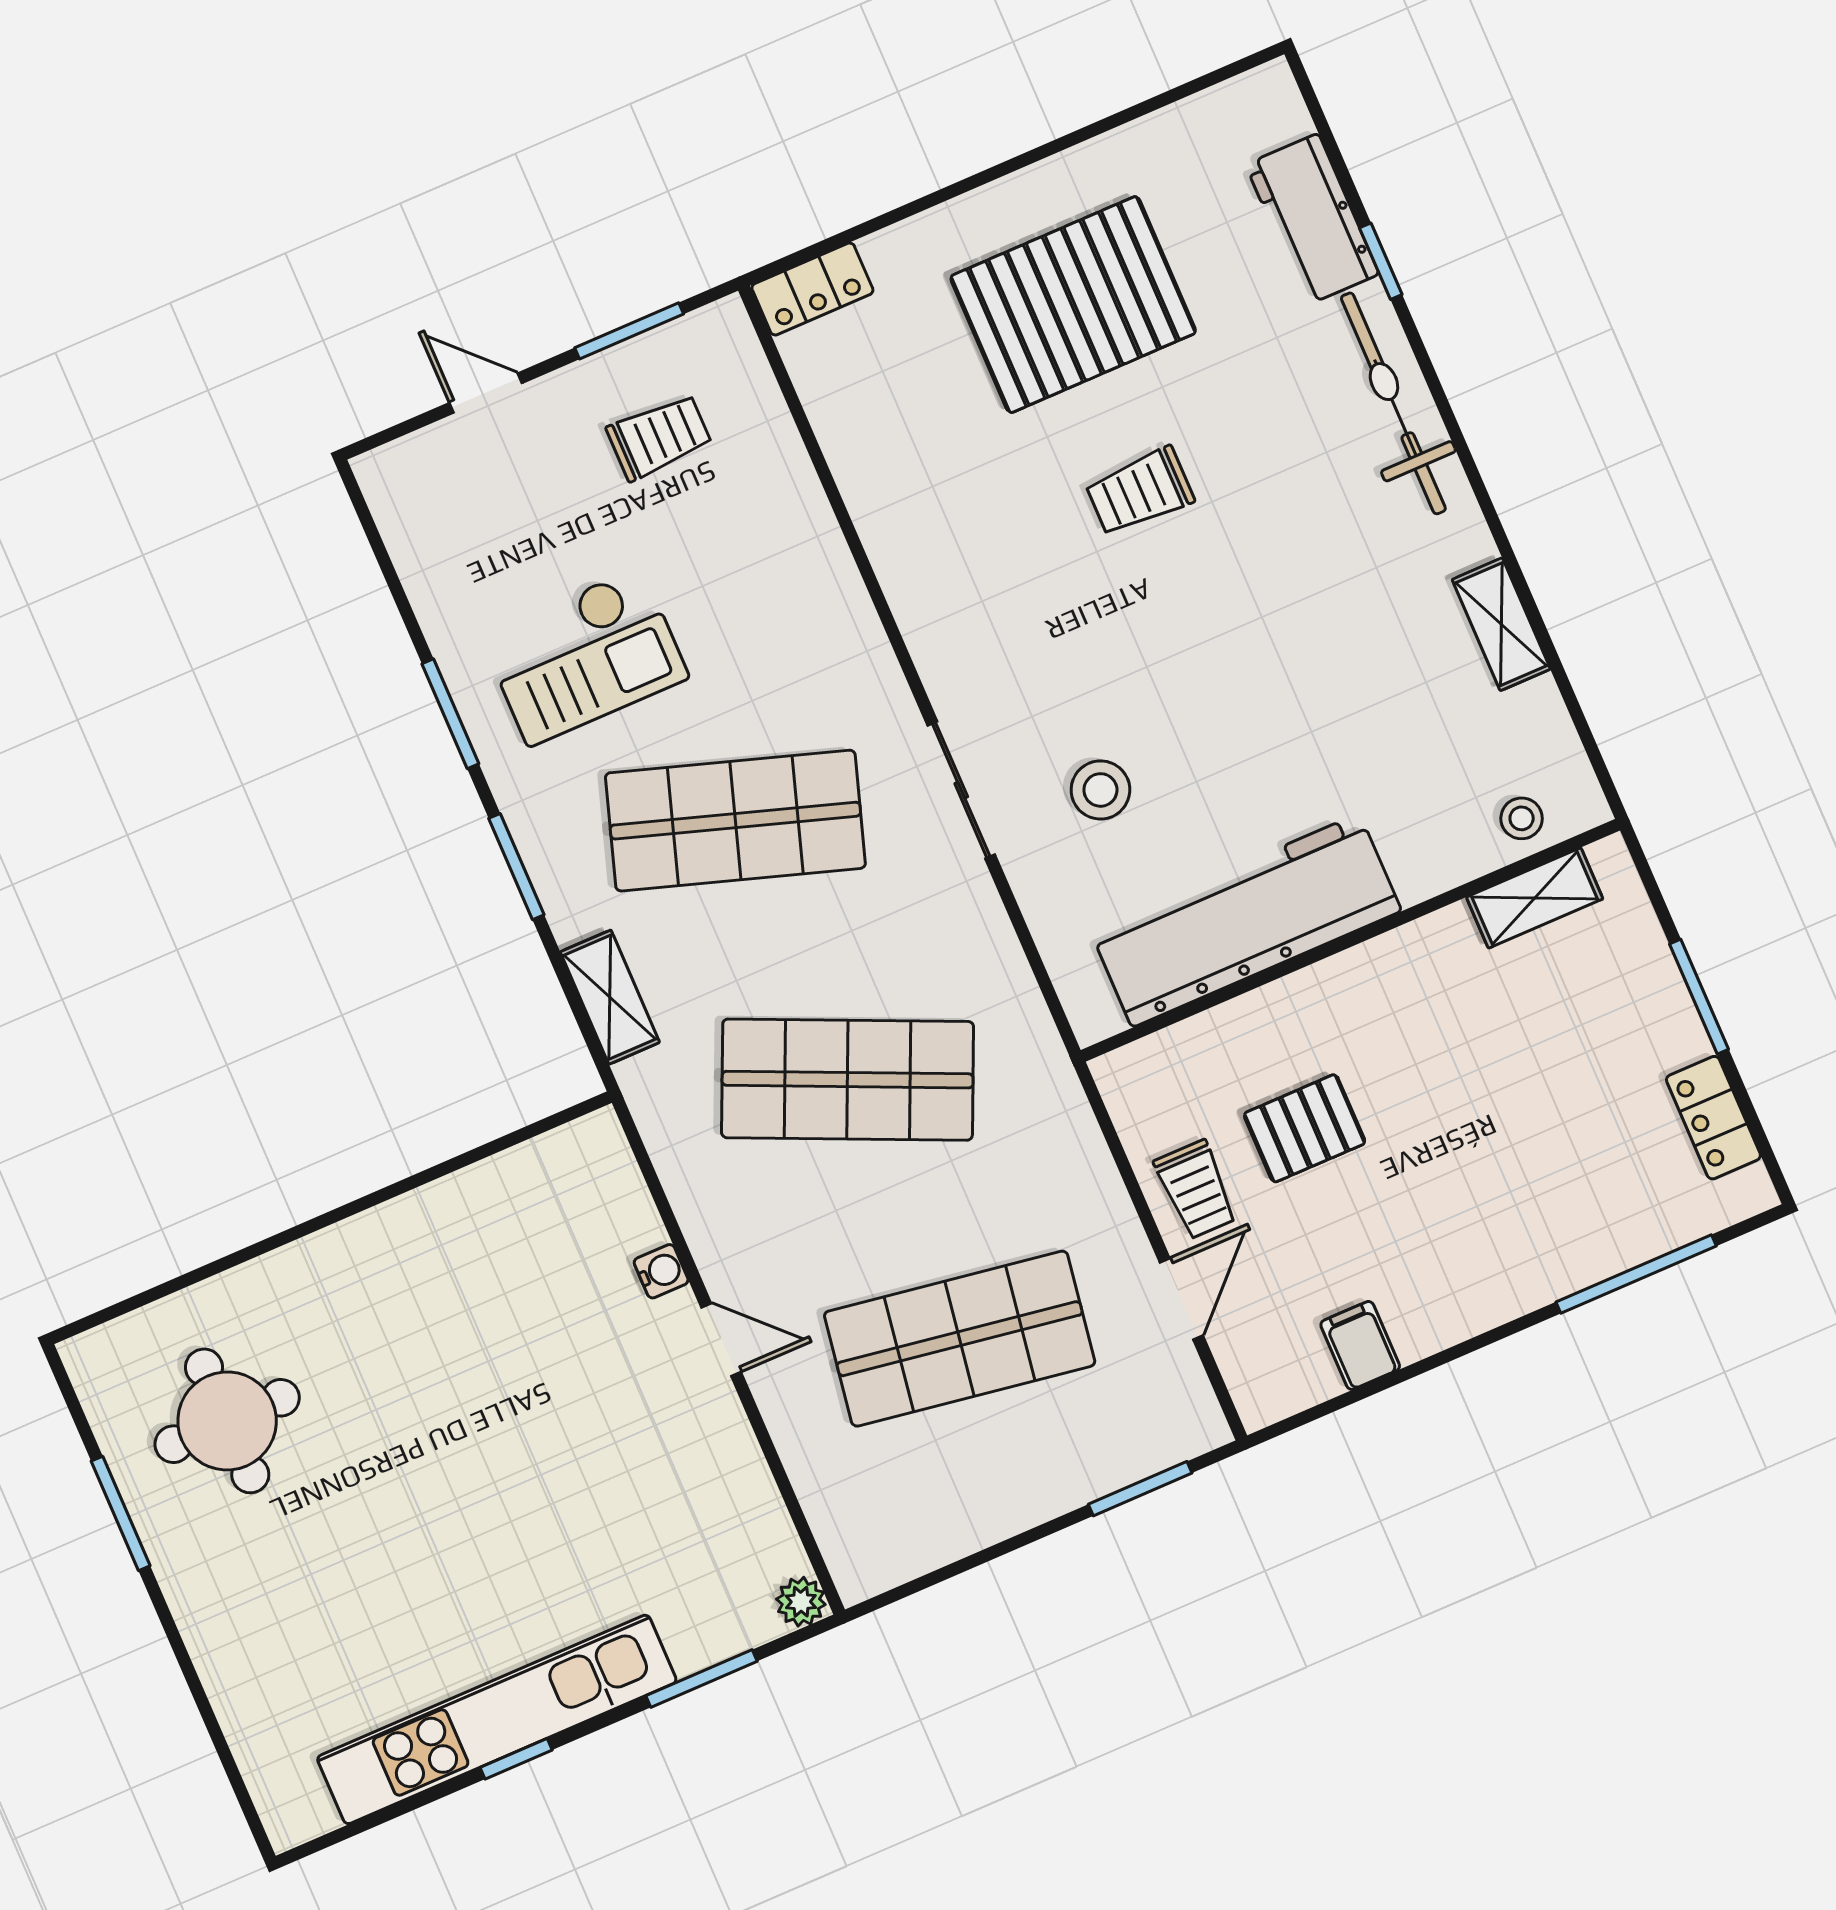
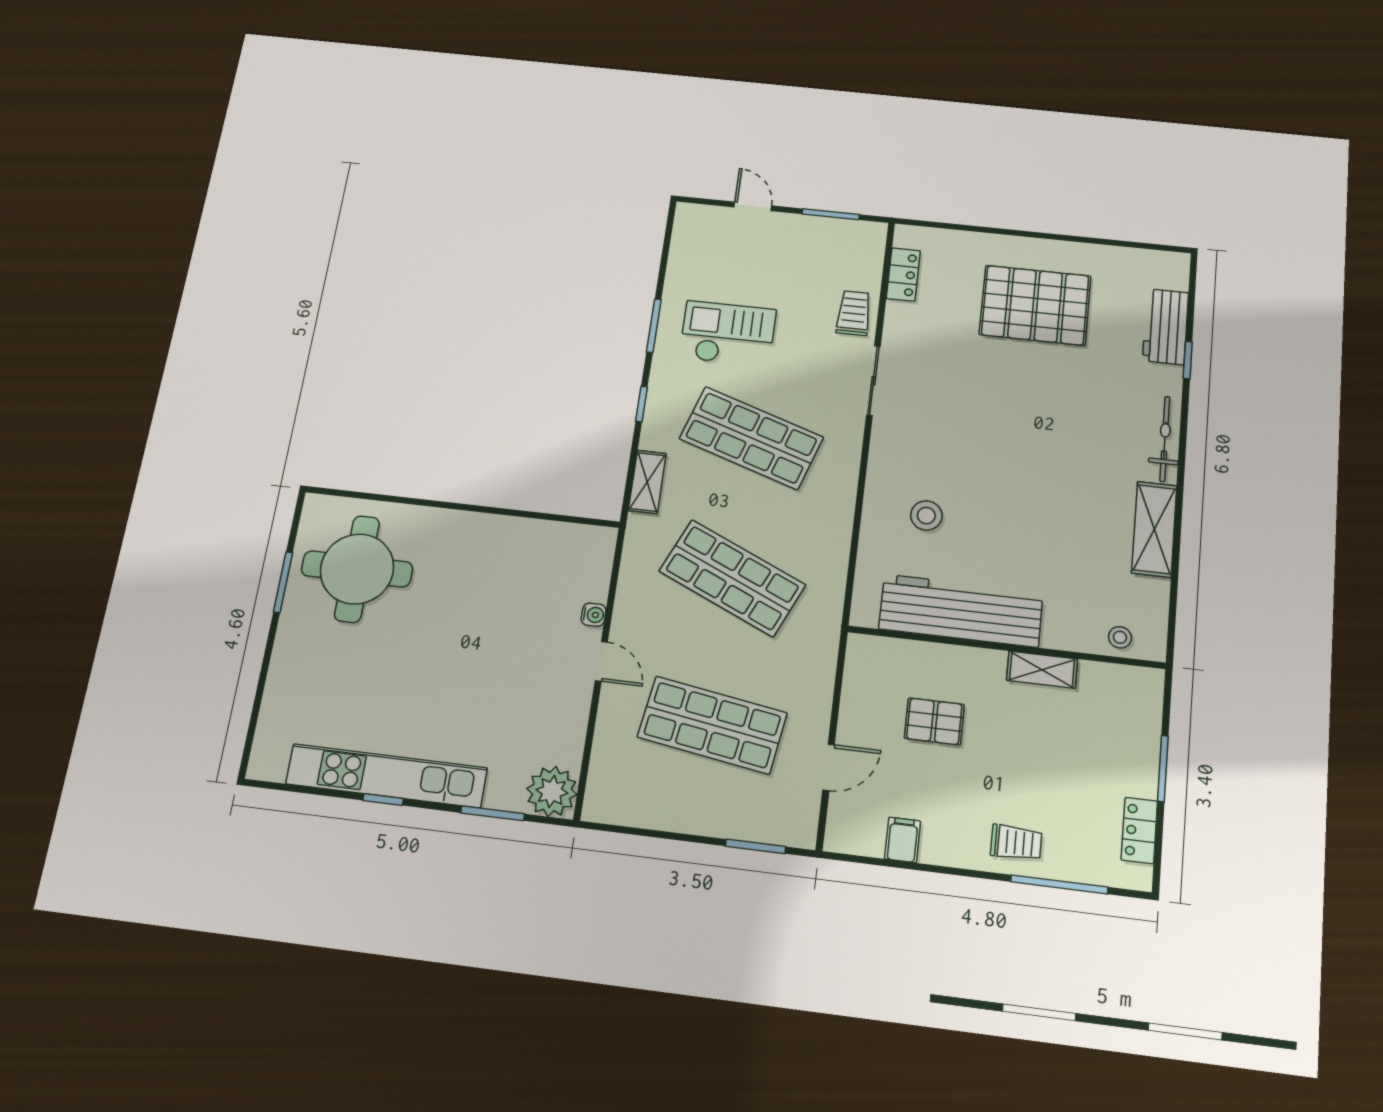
locker: (812, 289) -> (903, 275), moved, turned -90
bicycle: (1393, 403) -> (1165, 439), width x0.73, depth x0.71
trolley: (659, 437) -> (854, 313), moved, turned -90
trolley: (1140, 492) -> (1020, 398), removed
shelving: (1501, 624) -> (1154, 529), width x1.50, depth x1.33
checkout: (585, 656) -> (728, 334), turned 180
sliding door: (961, 790) -> (873, 381), moved
window: (516, 867) -> (642, 404), width x0.67
shelving: (1535, 898) -> (1042, 670), moved
trolley: (1196, 1190) -> (1016, 843), moved, turned -90
round table: (227, 1421) -> (357, 569), width x1.36, depth x1.36
plant: (801, 1602) -> (552, 791), width x1.87, depth x1.87

